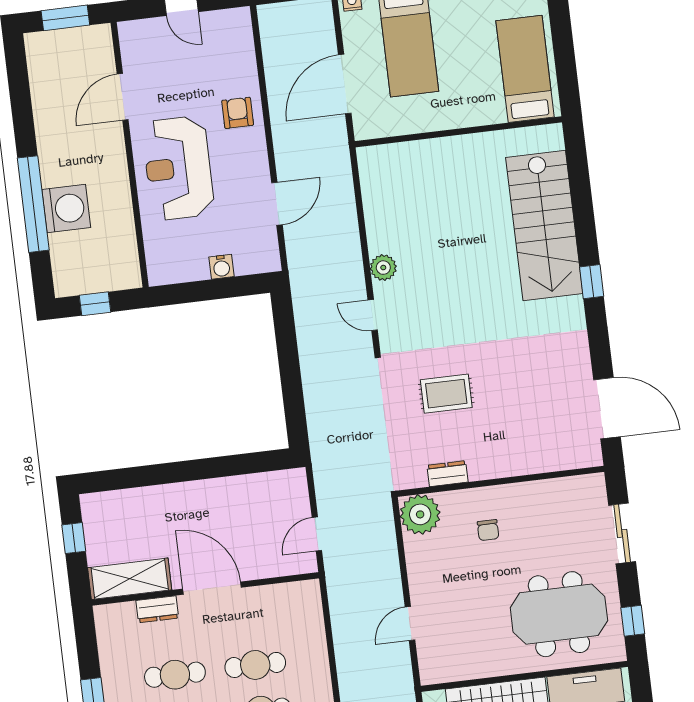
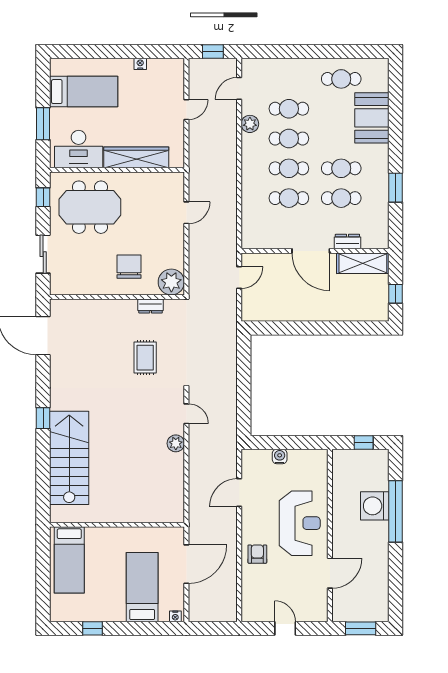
armchair: (238, 113) -> (257, 554), turned 180
rug: (446, 394) -> (145, 358), turned 90
chair: (488, 530) -> (129, 267), width x1.87, depth x1.87

